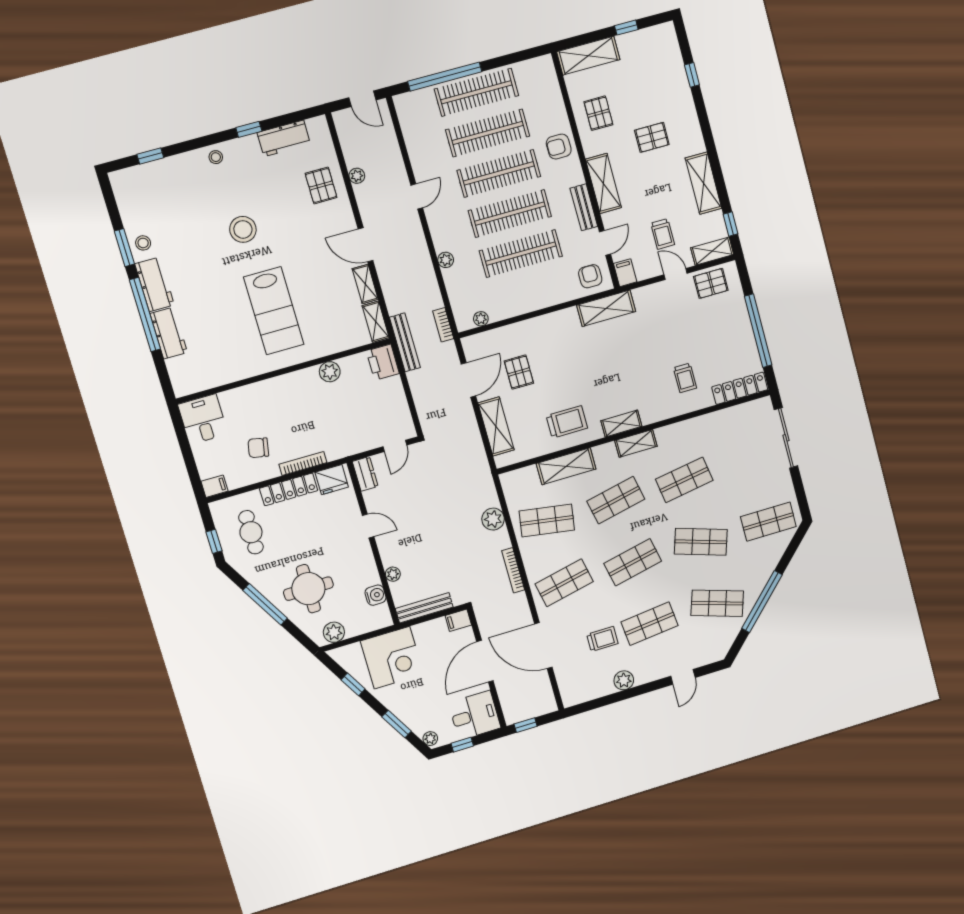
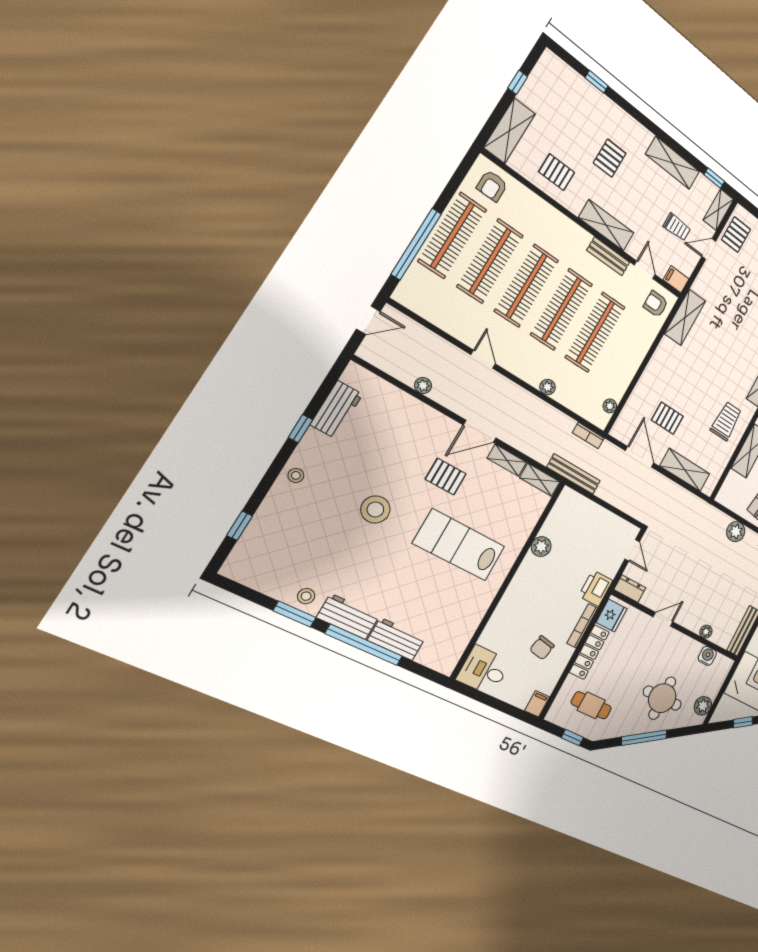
armchair: (559, 147) -> (492, 186), moved
pallet: (321, 185) -> (446, 477), moved
lab bench: (274, 311) -> (459, 545), turned 180
printer: (383, 362) -> (596, 588), moved, turned 90

